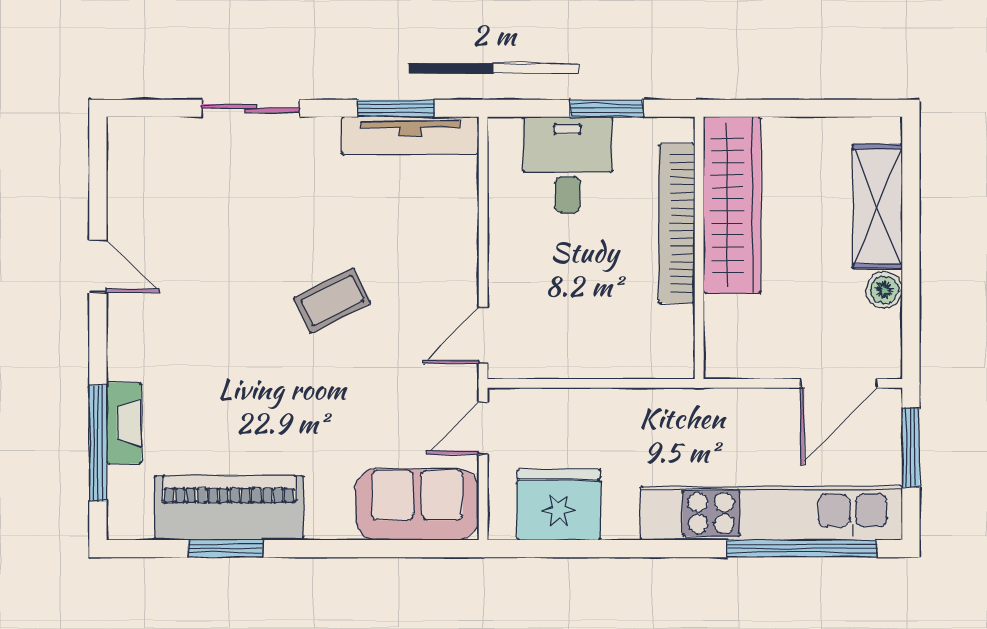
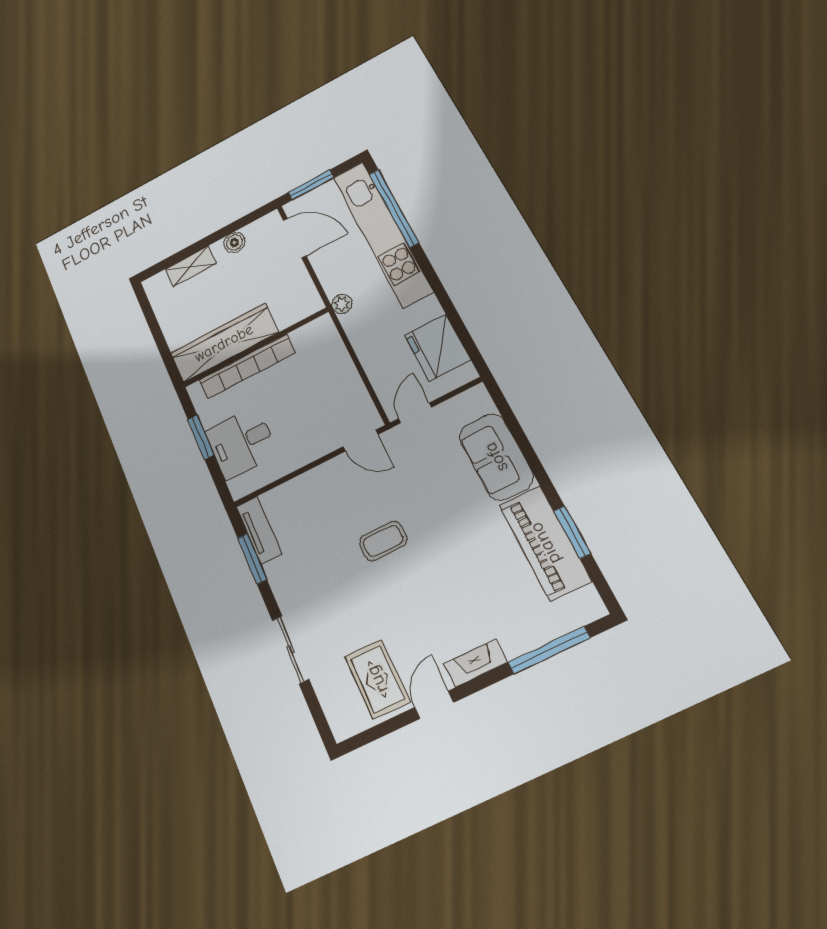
tv unit: (410, 135) -> (259, 530), width x0.71
shelving: (878, 207) -> (191, 266), width x0.67, depth x0.75
rug: (161, 208) -> (377, 679), added
coffee table: (332, 301) -> (383, 541), turned -63
plant: (696, 404) -> (342, 304), added
fireplace: (124, 423) -> (476, 663), moved
door: (483, 428) -> (415, 413), swing flipped
sofa: (417, 504) -> (496, 457), moved

